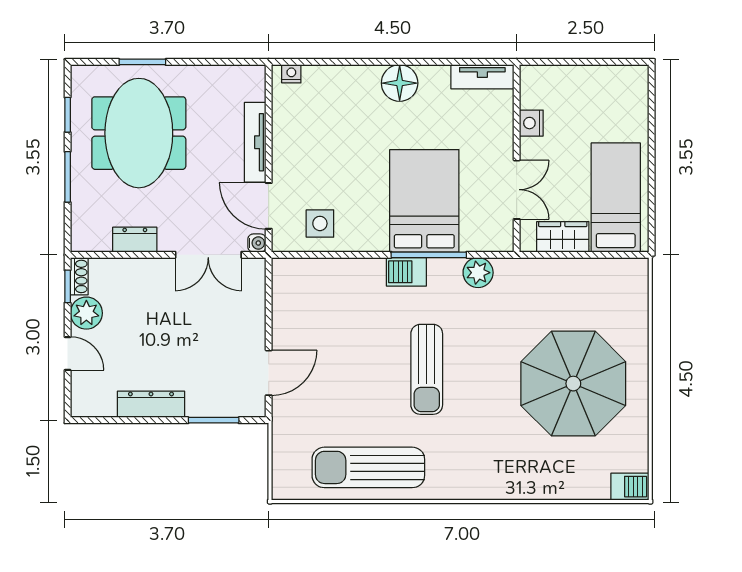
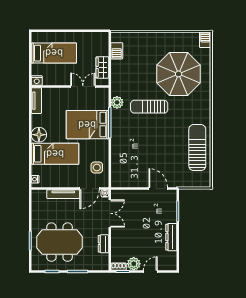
bed: (353, 122) -> (55, 154), added
nightstand: (531, 123) -> (37, 80), moved
bed: (616, 198) -> (54, 53), moved, turned 180
barbecue: (406, 272) -> (117, 51), moved
sun lounger: (427, 369) -> (149, 107), moved, turned 180
parasol: (573, 384) -> (179, 74), moved
sun lounger: (368, 467) -> (197, 148), turned 180

